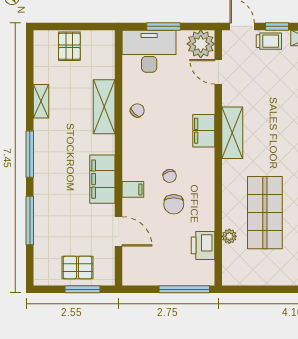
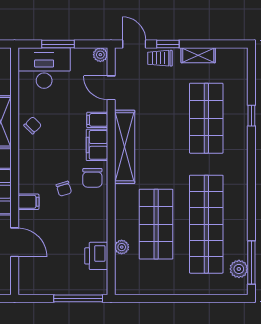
trolley: (269, 41) -> (160, 58), turned 180
plant: (201, 44) -> (100, 55), width x0.53, depth x0.53
filing cabinet: (204, 105) -> (97, 120), added
shelving: (232, 133) -> (125, 147), width x1.47
chair: (174, 204) -> (92, 178), moved

